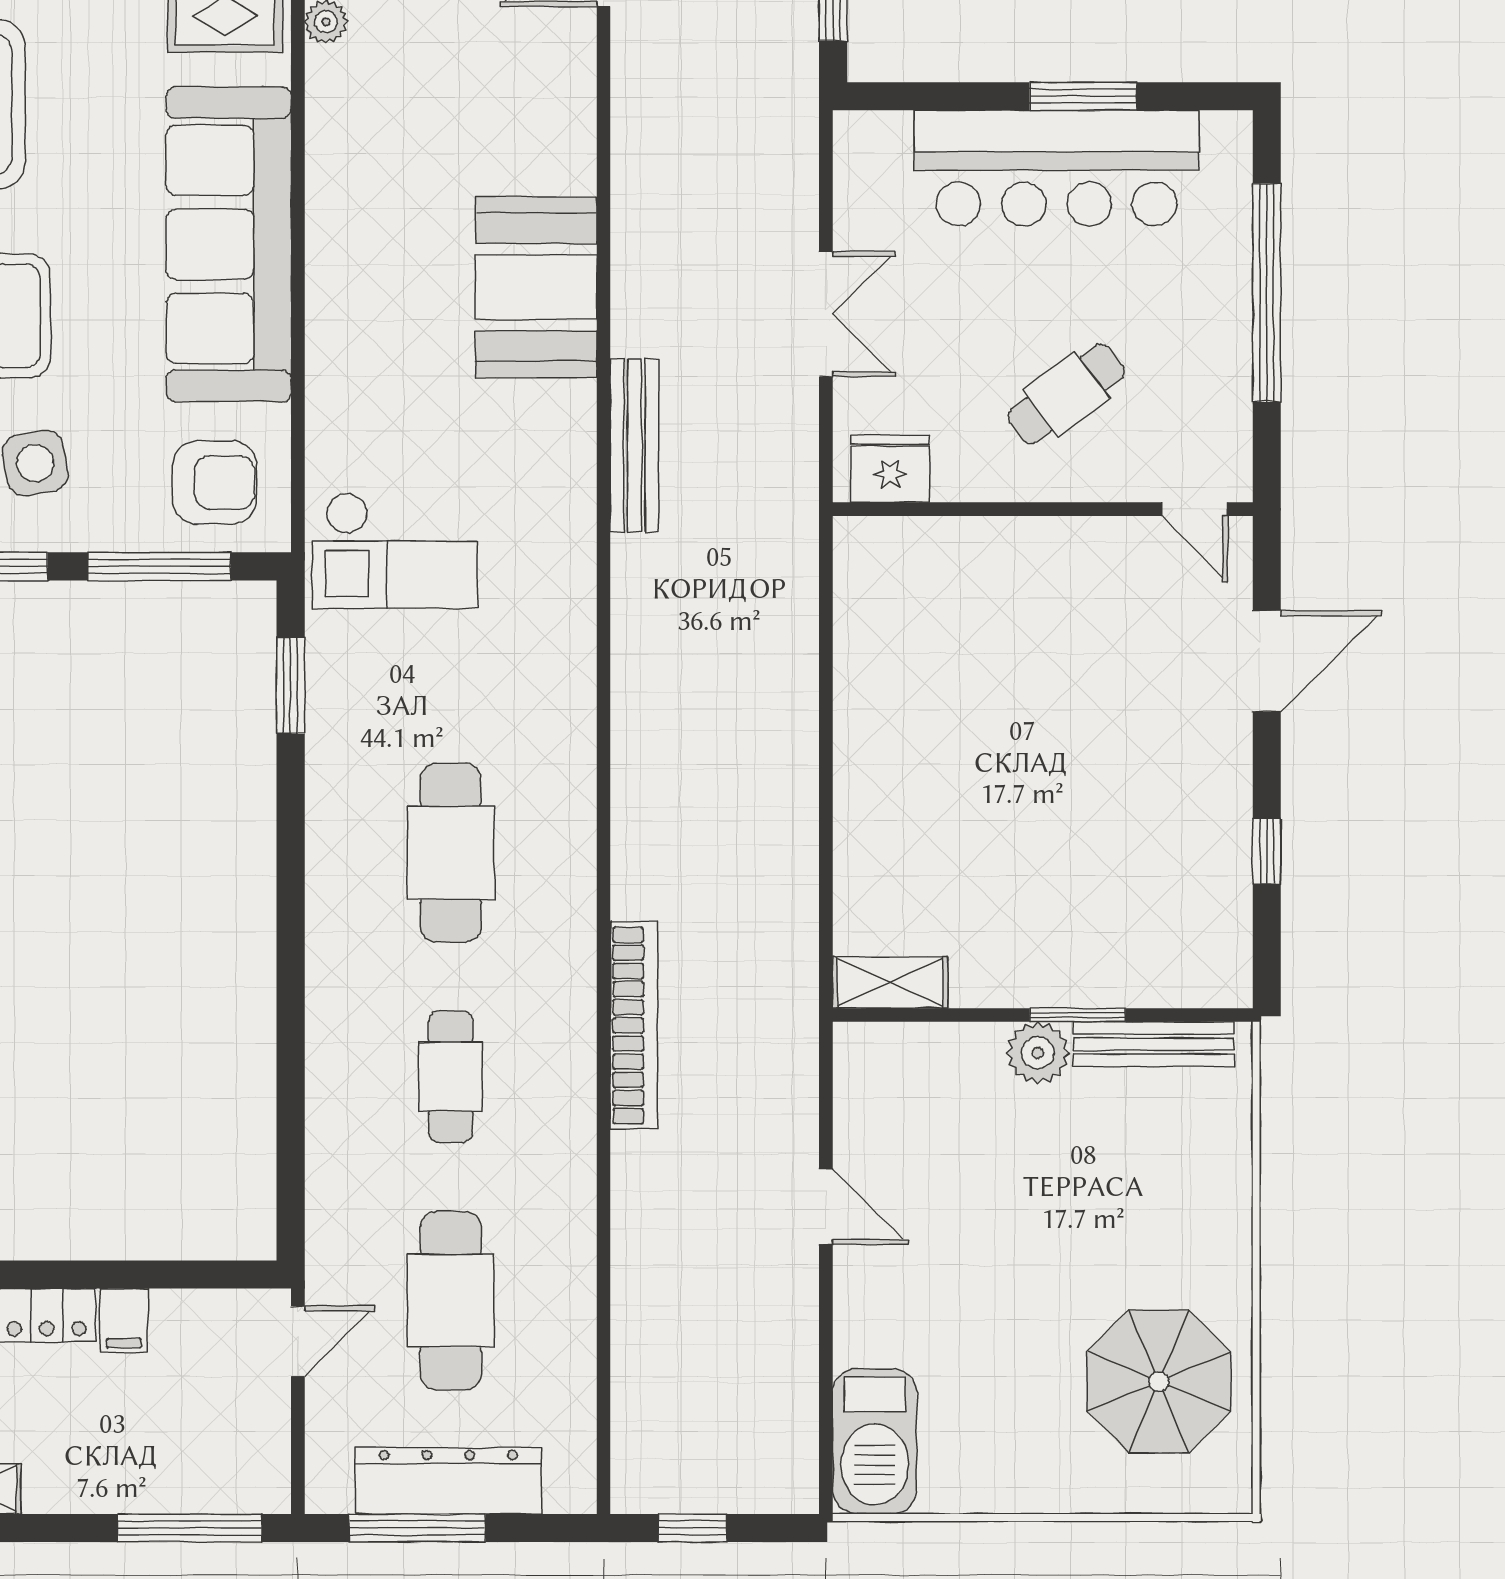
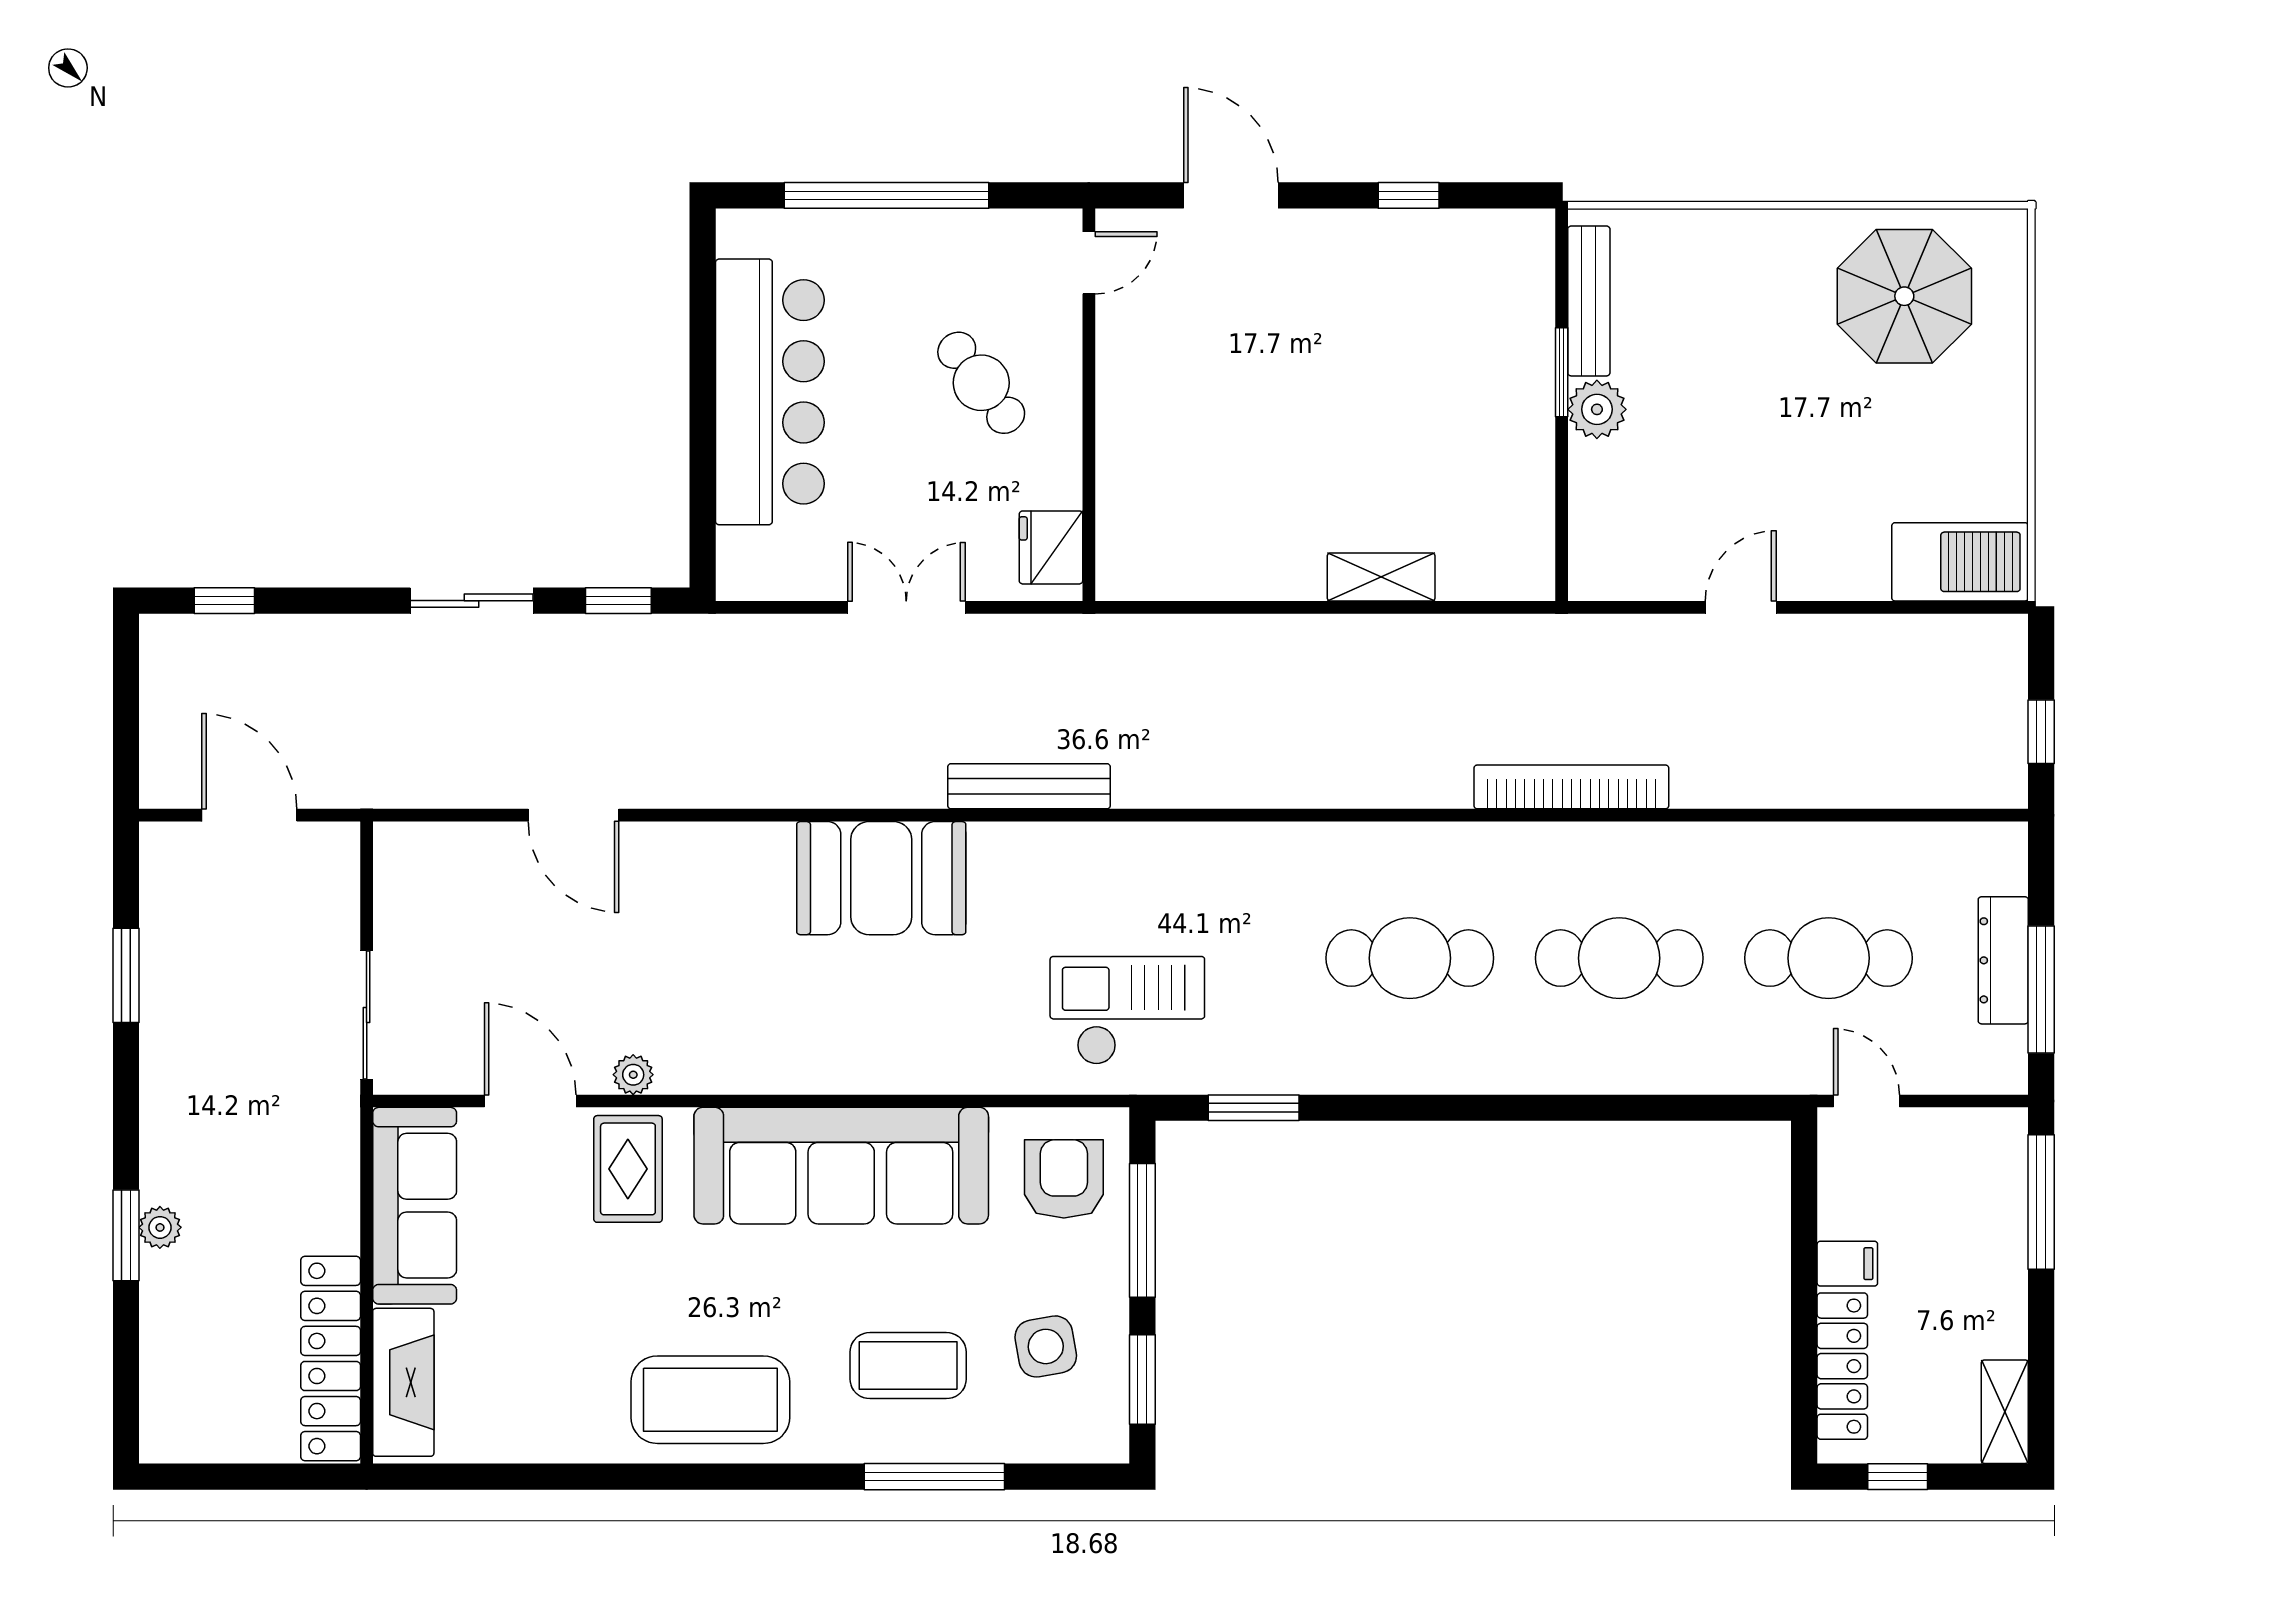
window: (1083, 96) -> (703, 367), removed
checkout: (395, 550) -> (1127, 1010), turned -90
shelving: (890, 982) -> (1381, 577), moved, turned 90
cafe table: (451, 1077) -> (1619, 958), width x1.37, depth x1.35
dresser: (448, 1481) -> (2003, 960), width x0.73, depth x0.80

